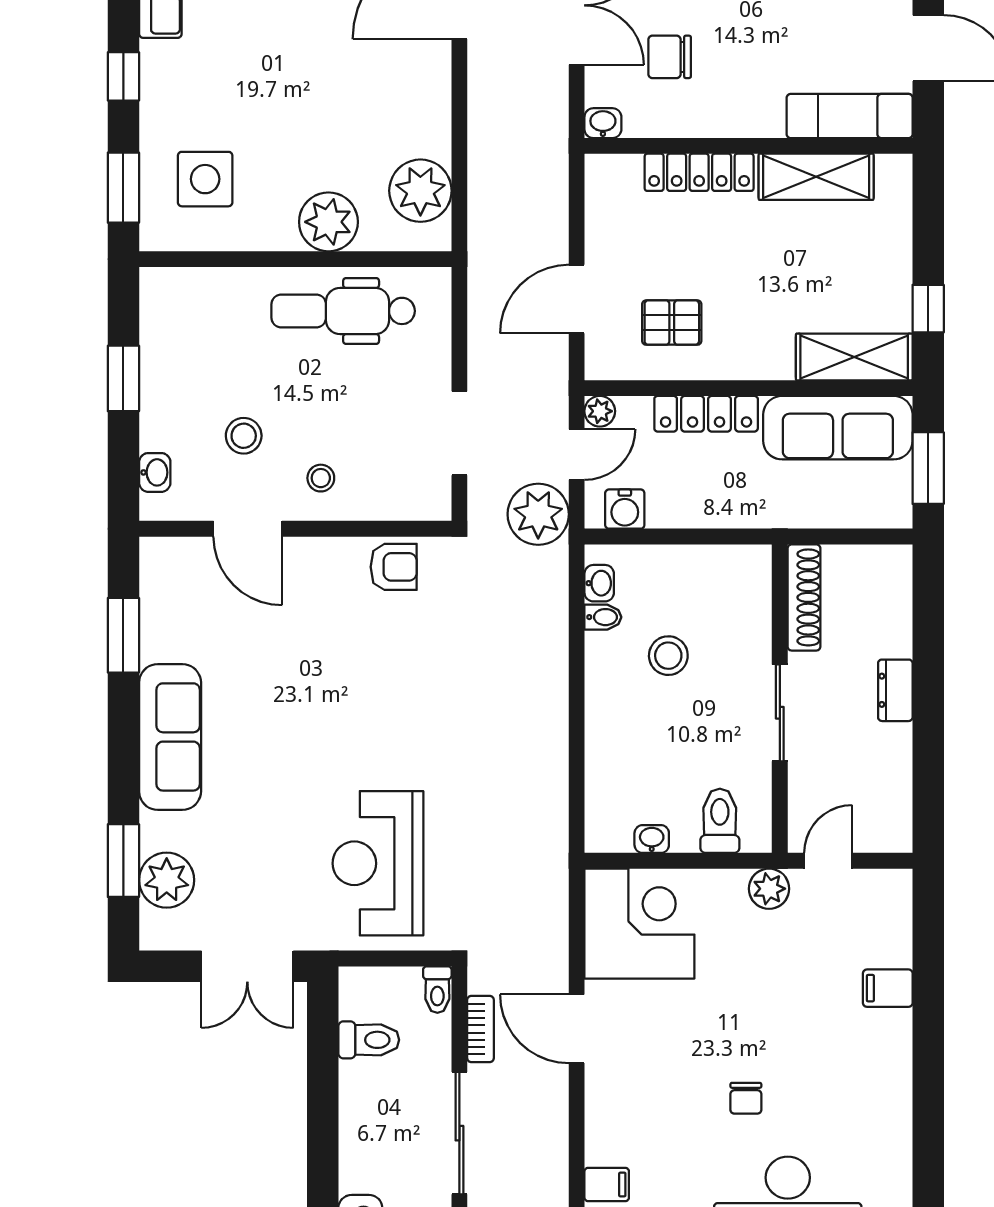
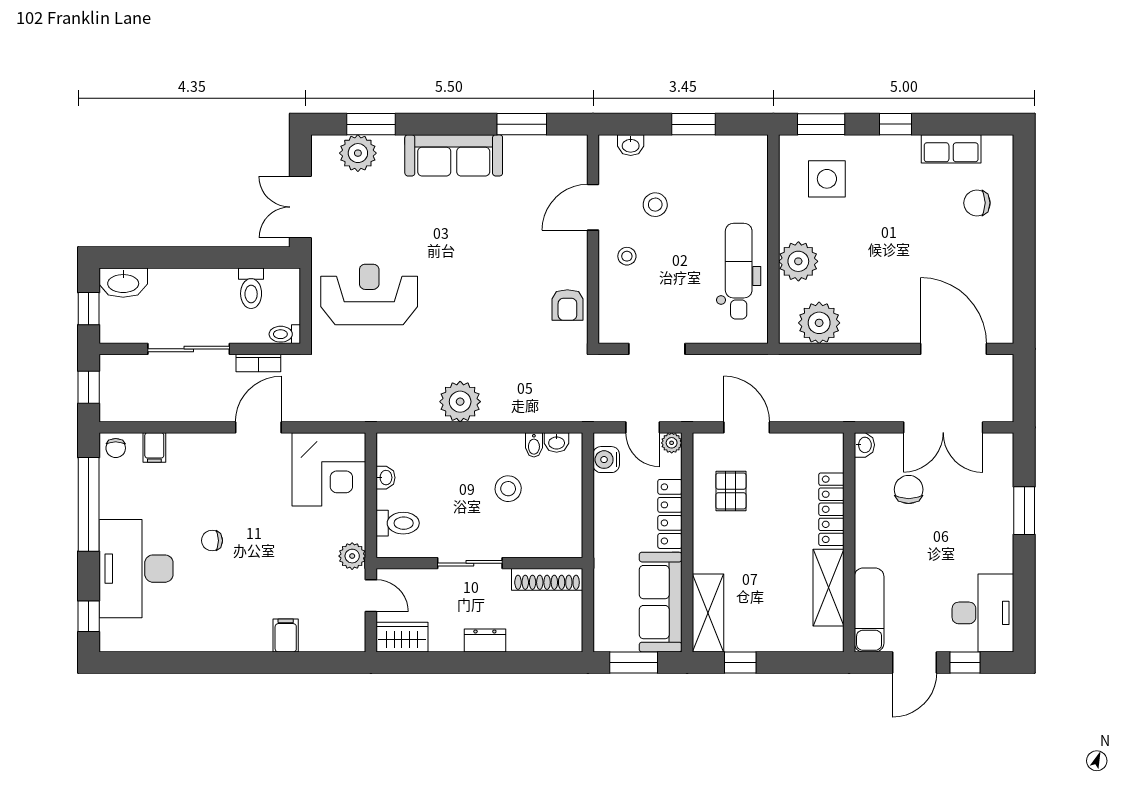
plant: (538, 514) -> (460, 402), moved
wardrobe: (890, 814) -> (402, 637), added

